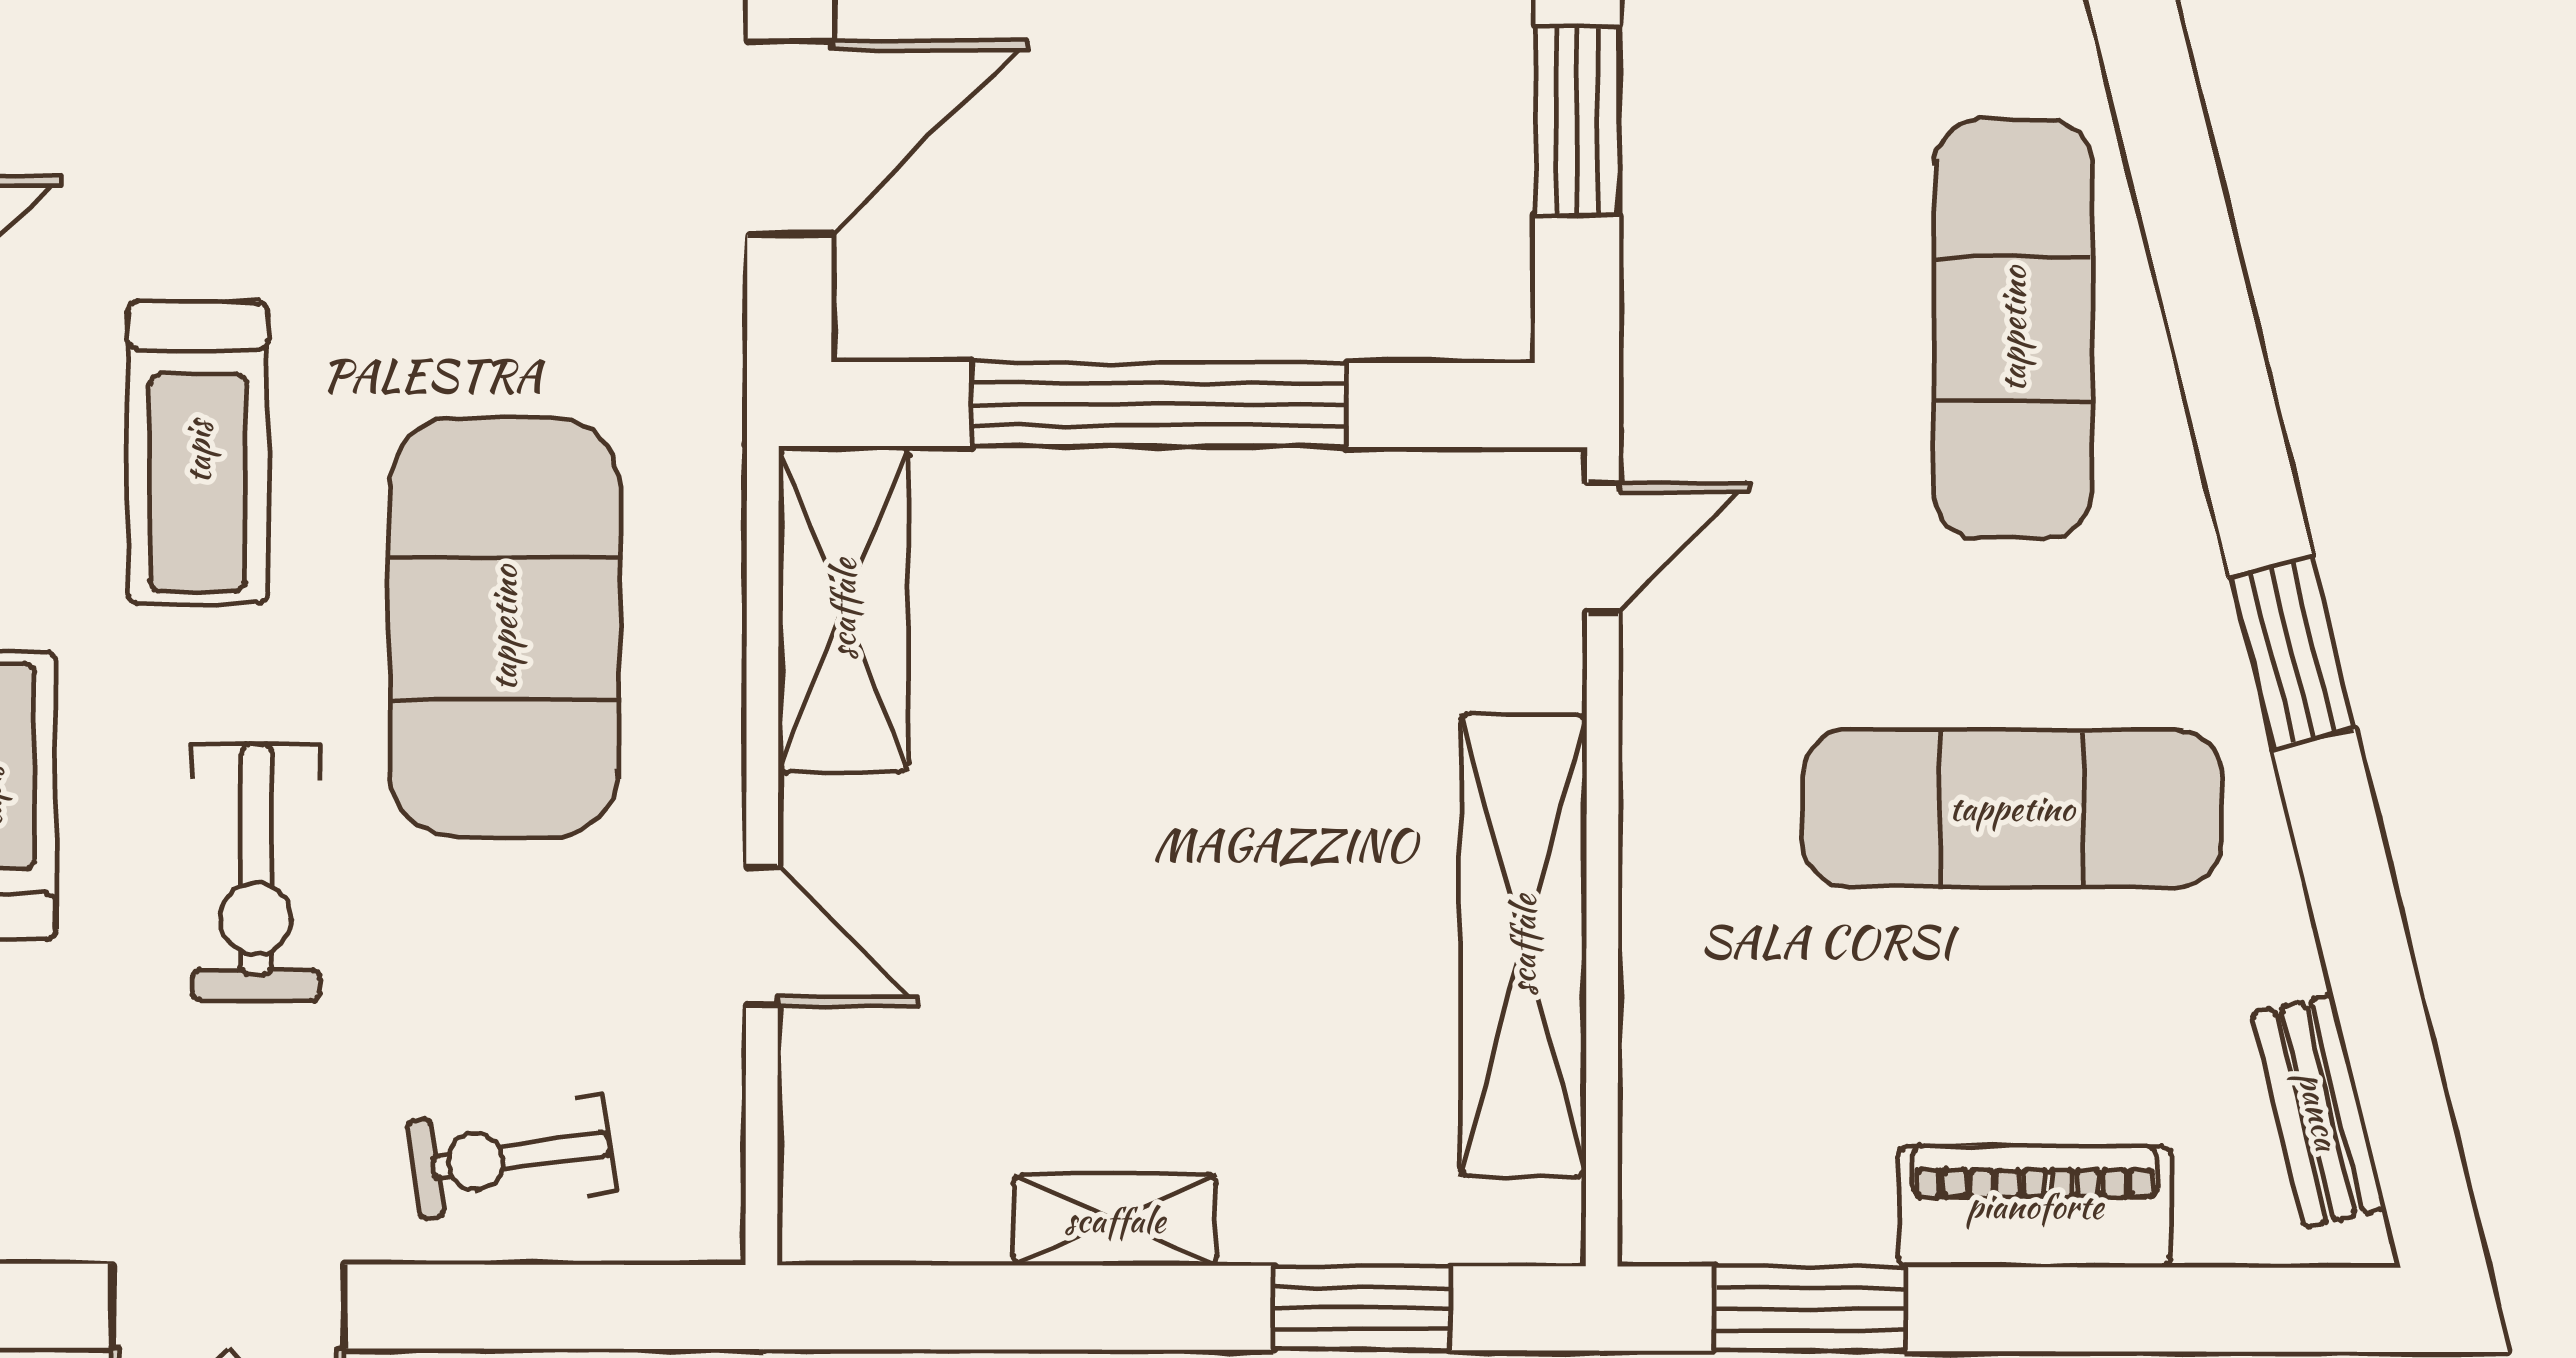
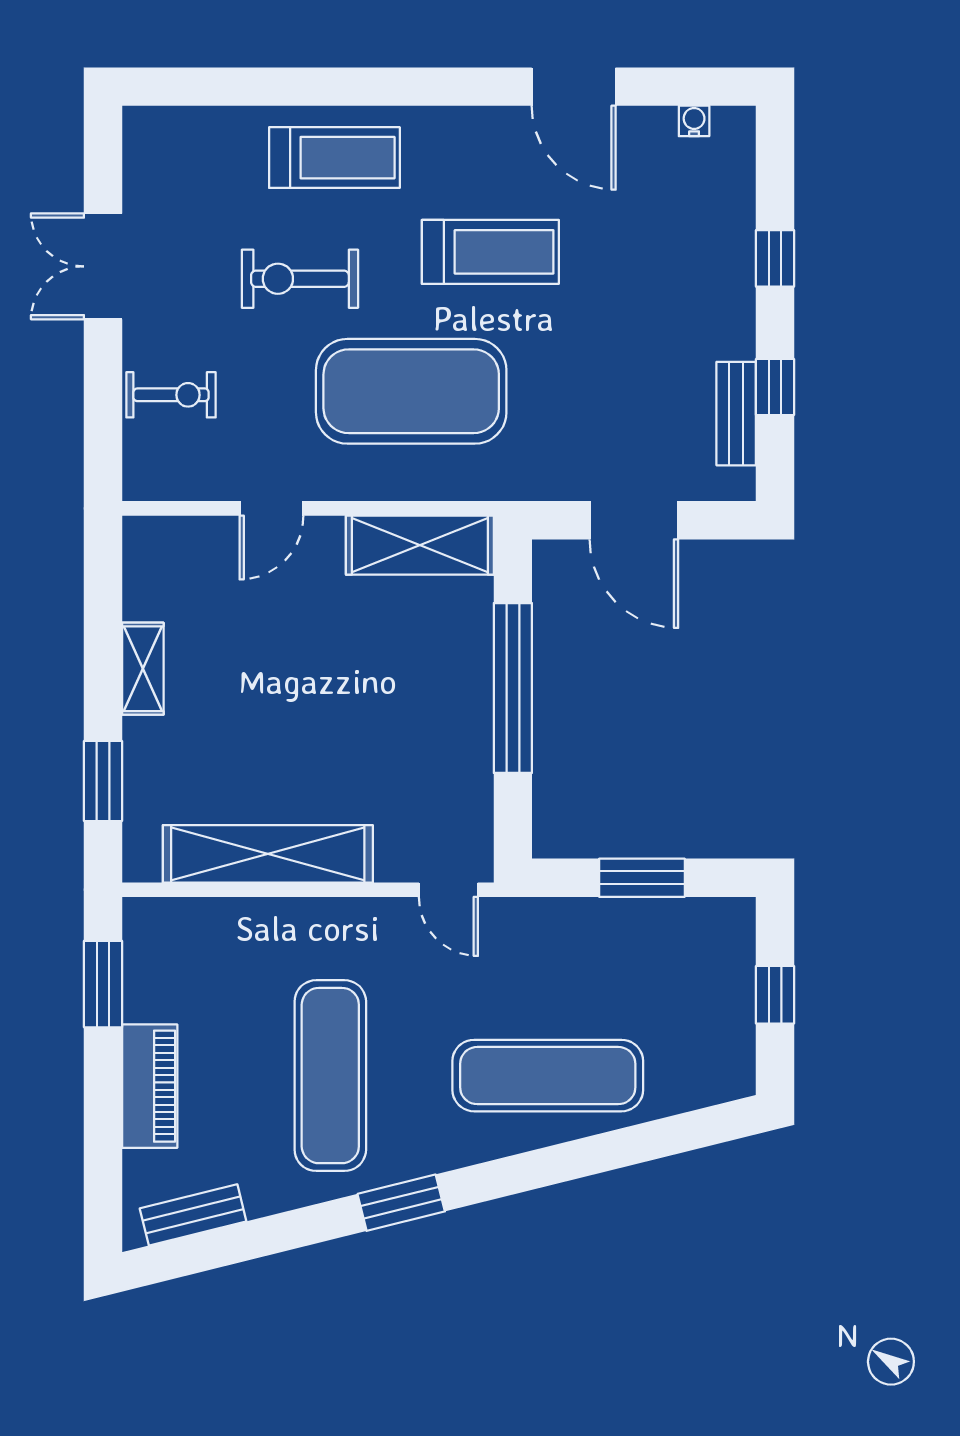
treadmill: (198, 452) -> (490, 252), turned 180
exercise bike: (511, 1157) -> (171, 395), turned 98

